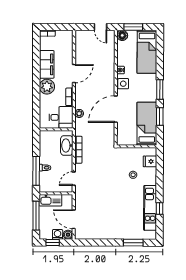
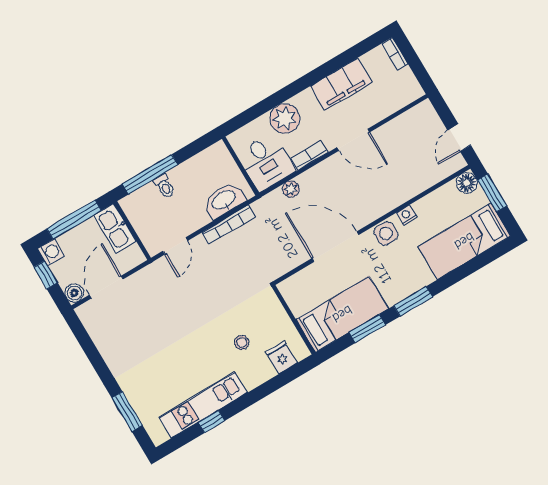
plant: (47, 87) -> (285, 119), moved
door: (74, 179) -> (175, 246), swing flipped
washing machine: (58, 234) -> (51, 252), moved

